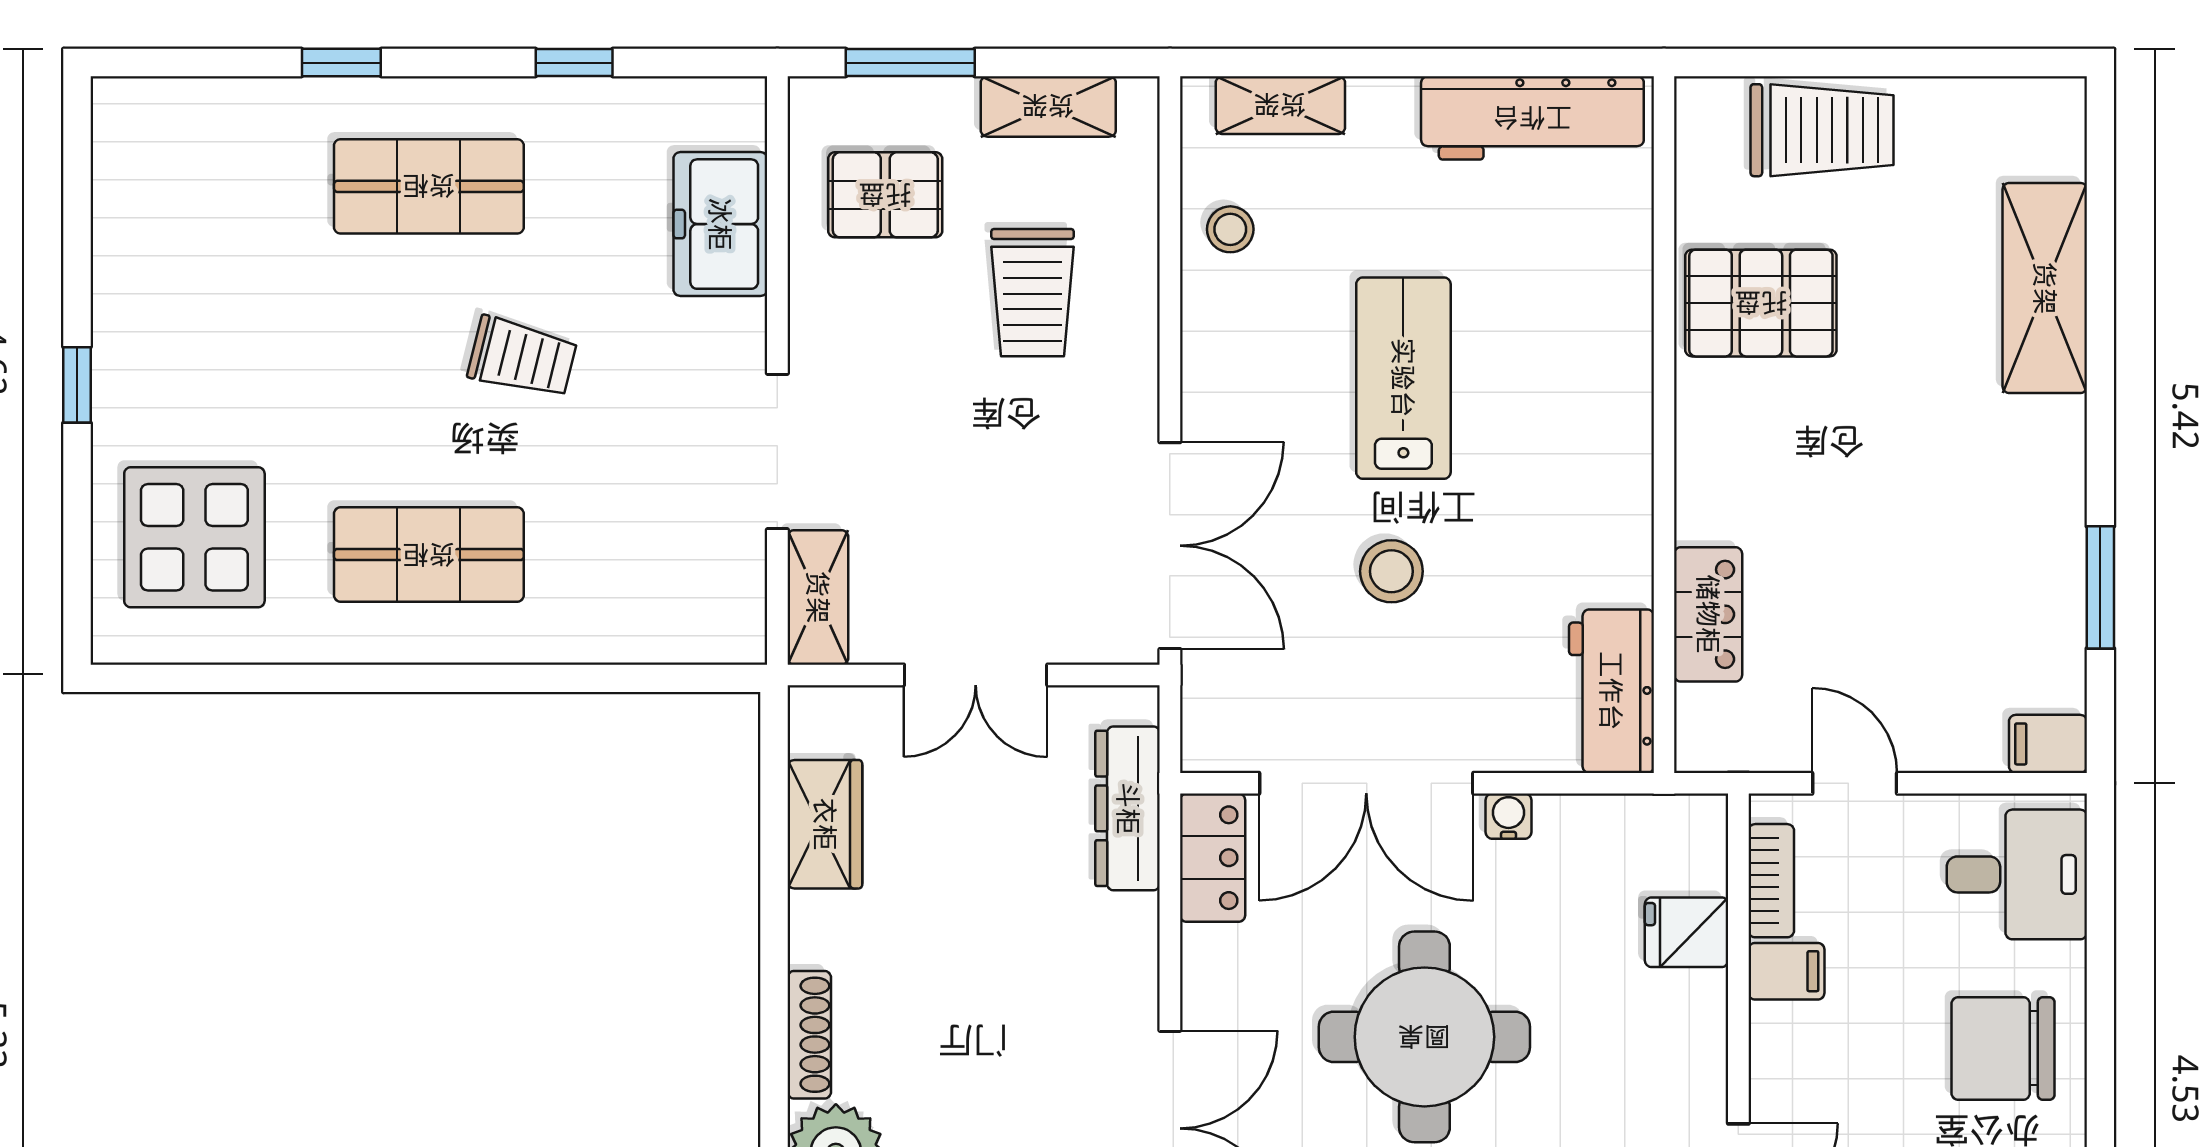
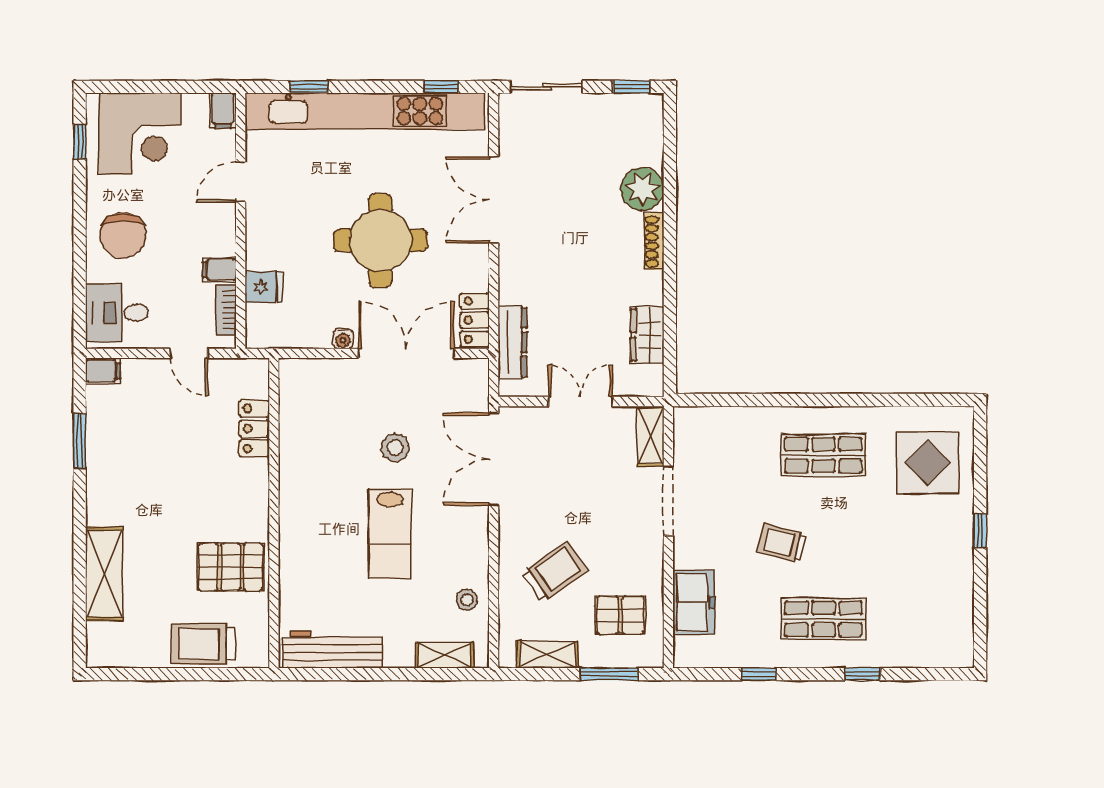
trolley: (1032, 293) -> (555, 572), turned 55
workbench: (1611, 691) -> (297, 394), removed
chair: (2003, 1048) -> (123, 235), turned 90

